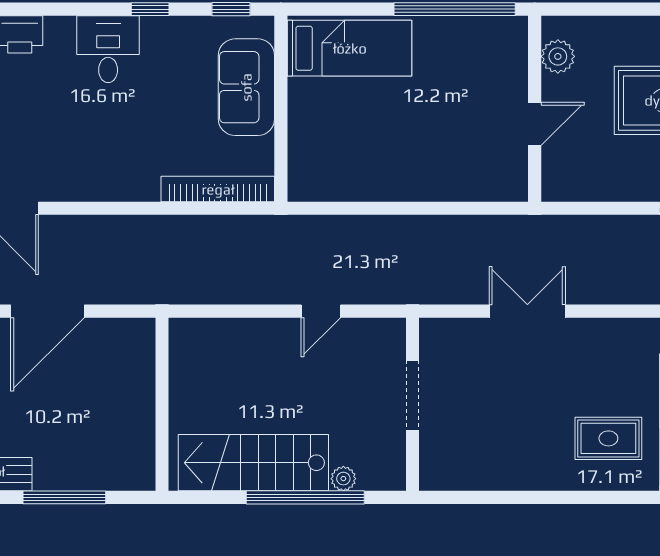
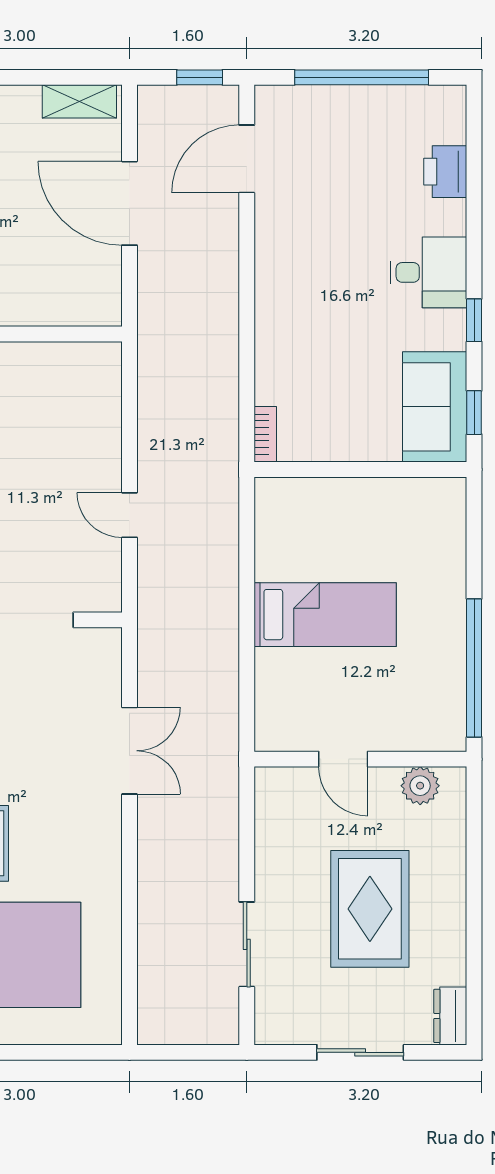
bed: (350, 48) -> (325, 615), moved, turned -90
sofa: (246, 87) -> (435, 407), moved, turned -90
bookcase: (218, 189) -> (265, 434), width x0.43, depth x0.76

